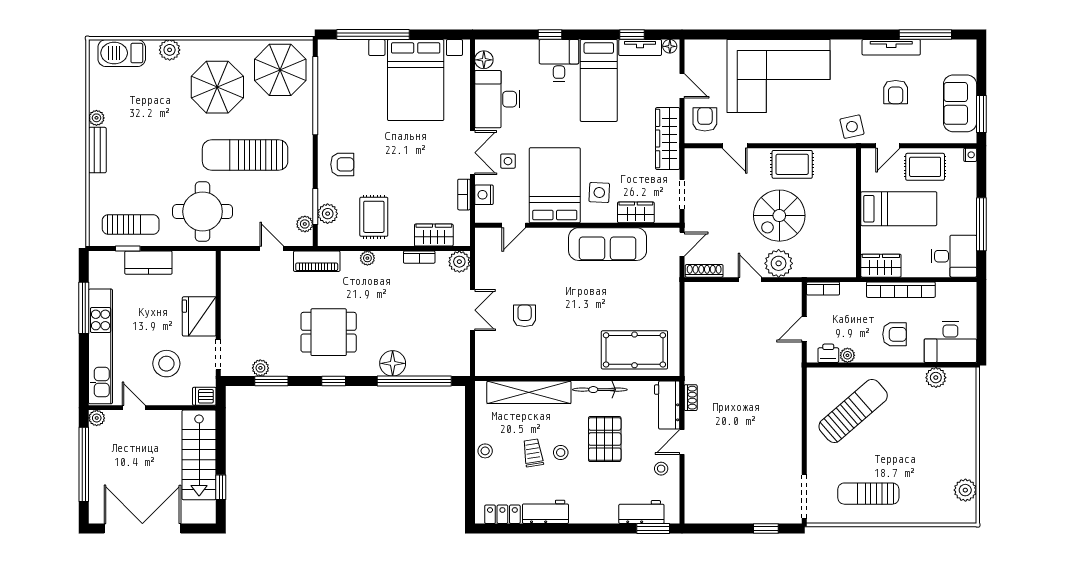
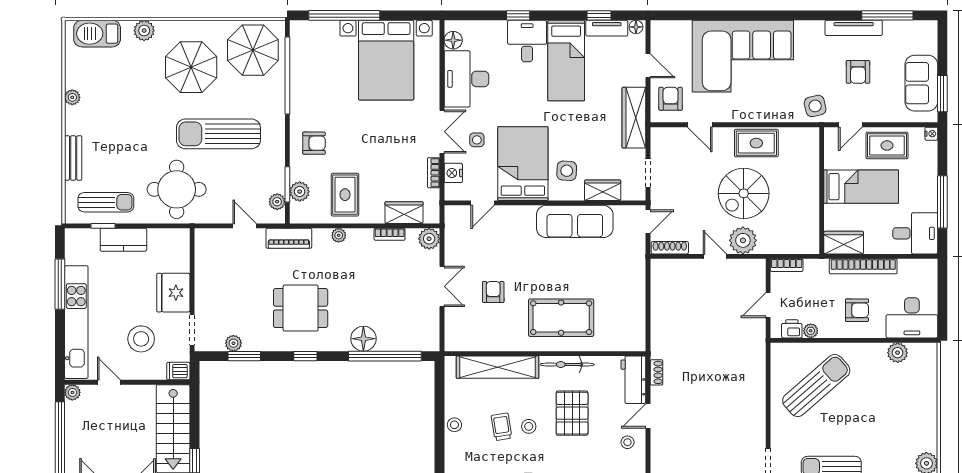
bench: (97, 150) -> (73, 158), moved
pool table: (634, 350) -> (561, 318), moved

